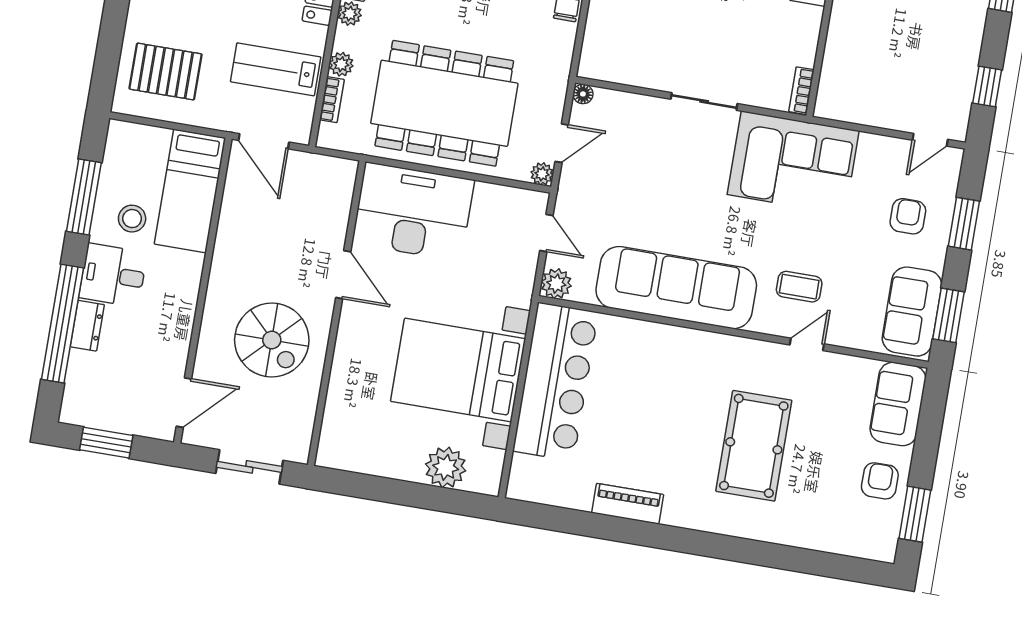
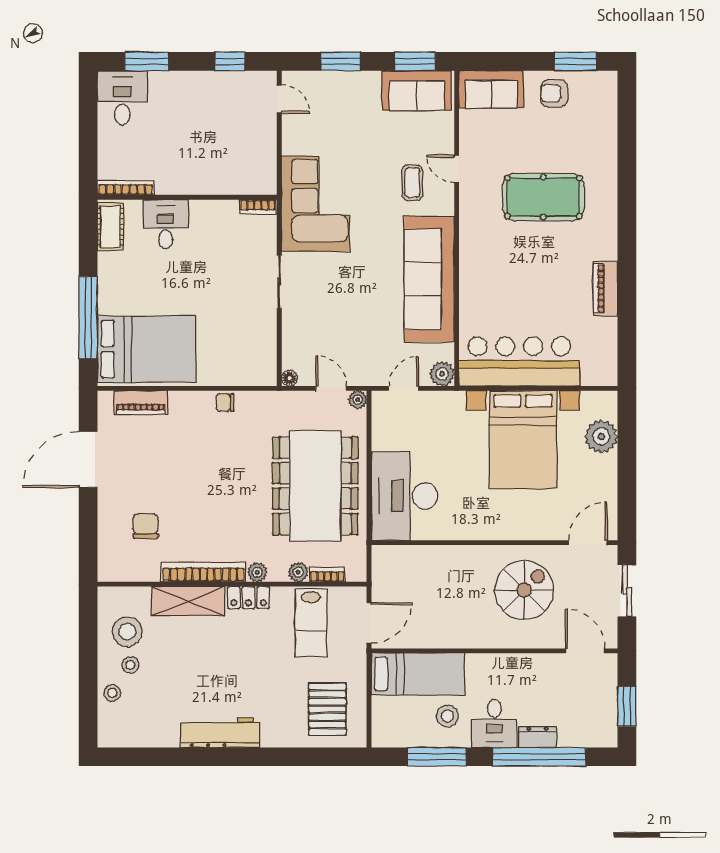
armchair: (908, 216) -> (342, 106), removed
door: (343, 275) -> (588, 543), moved

